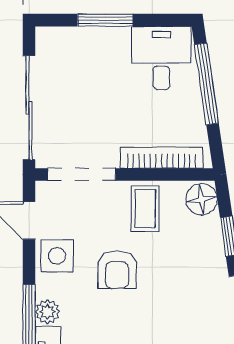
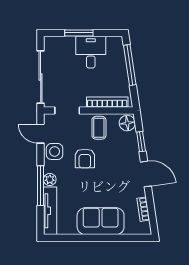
desk: (161, 58) -> (91, 52), moved
doorway: (82, 174) -> (67, 111), width x0.73

